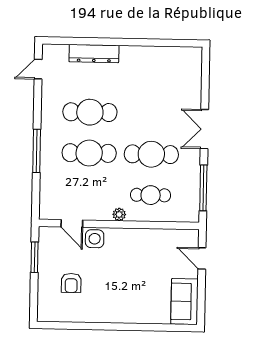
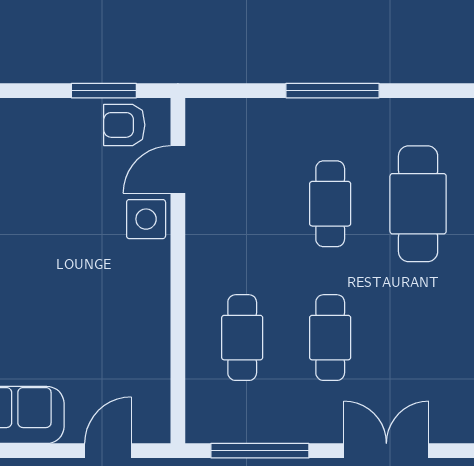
cafe table: (89, 153) -> (330, 204), width x0.73, depth x0.74
cafe table: (151, 154) -> (330, 338), width x0.73, depth x0.74
plant: (119, 214) -> (199, 271), removed
armchair: (71, 283) -> (124, 125), moved

